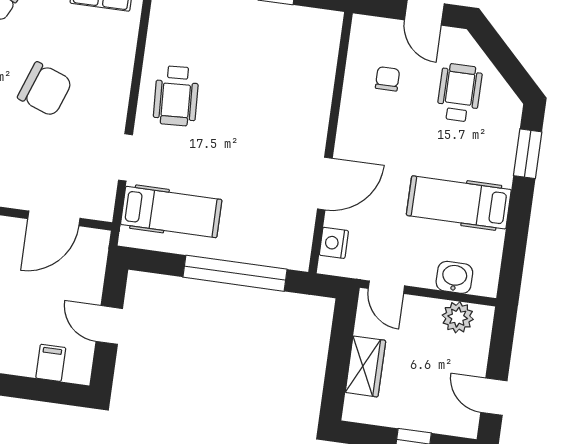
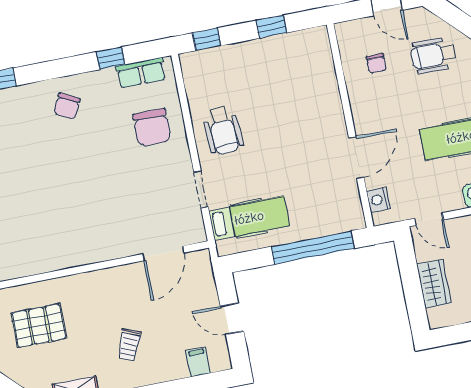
chair: (388, 79) -> (376, 63), turned 180
chair: (45, 89) -> (152, 127), moved, turned 70
wheelchair: (459, 93) -> (434, 55), turned -90

